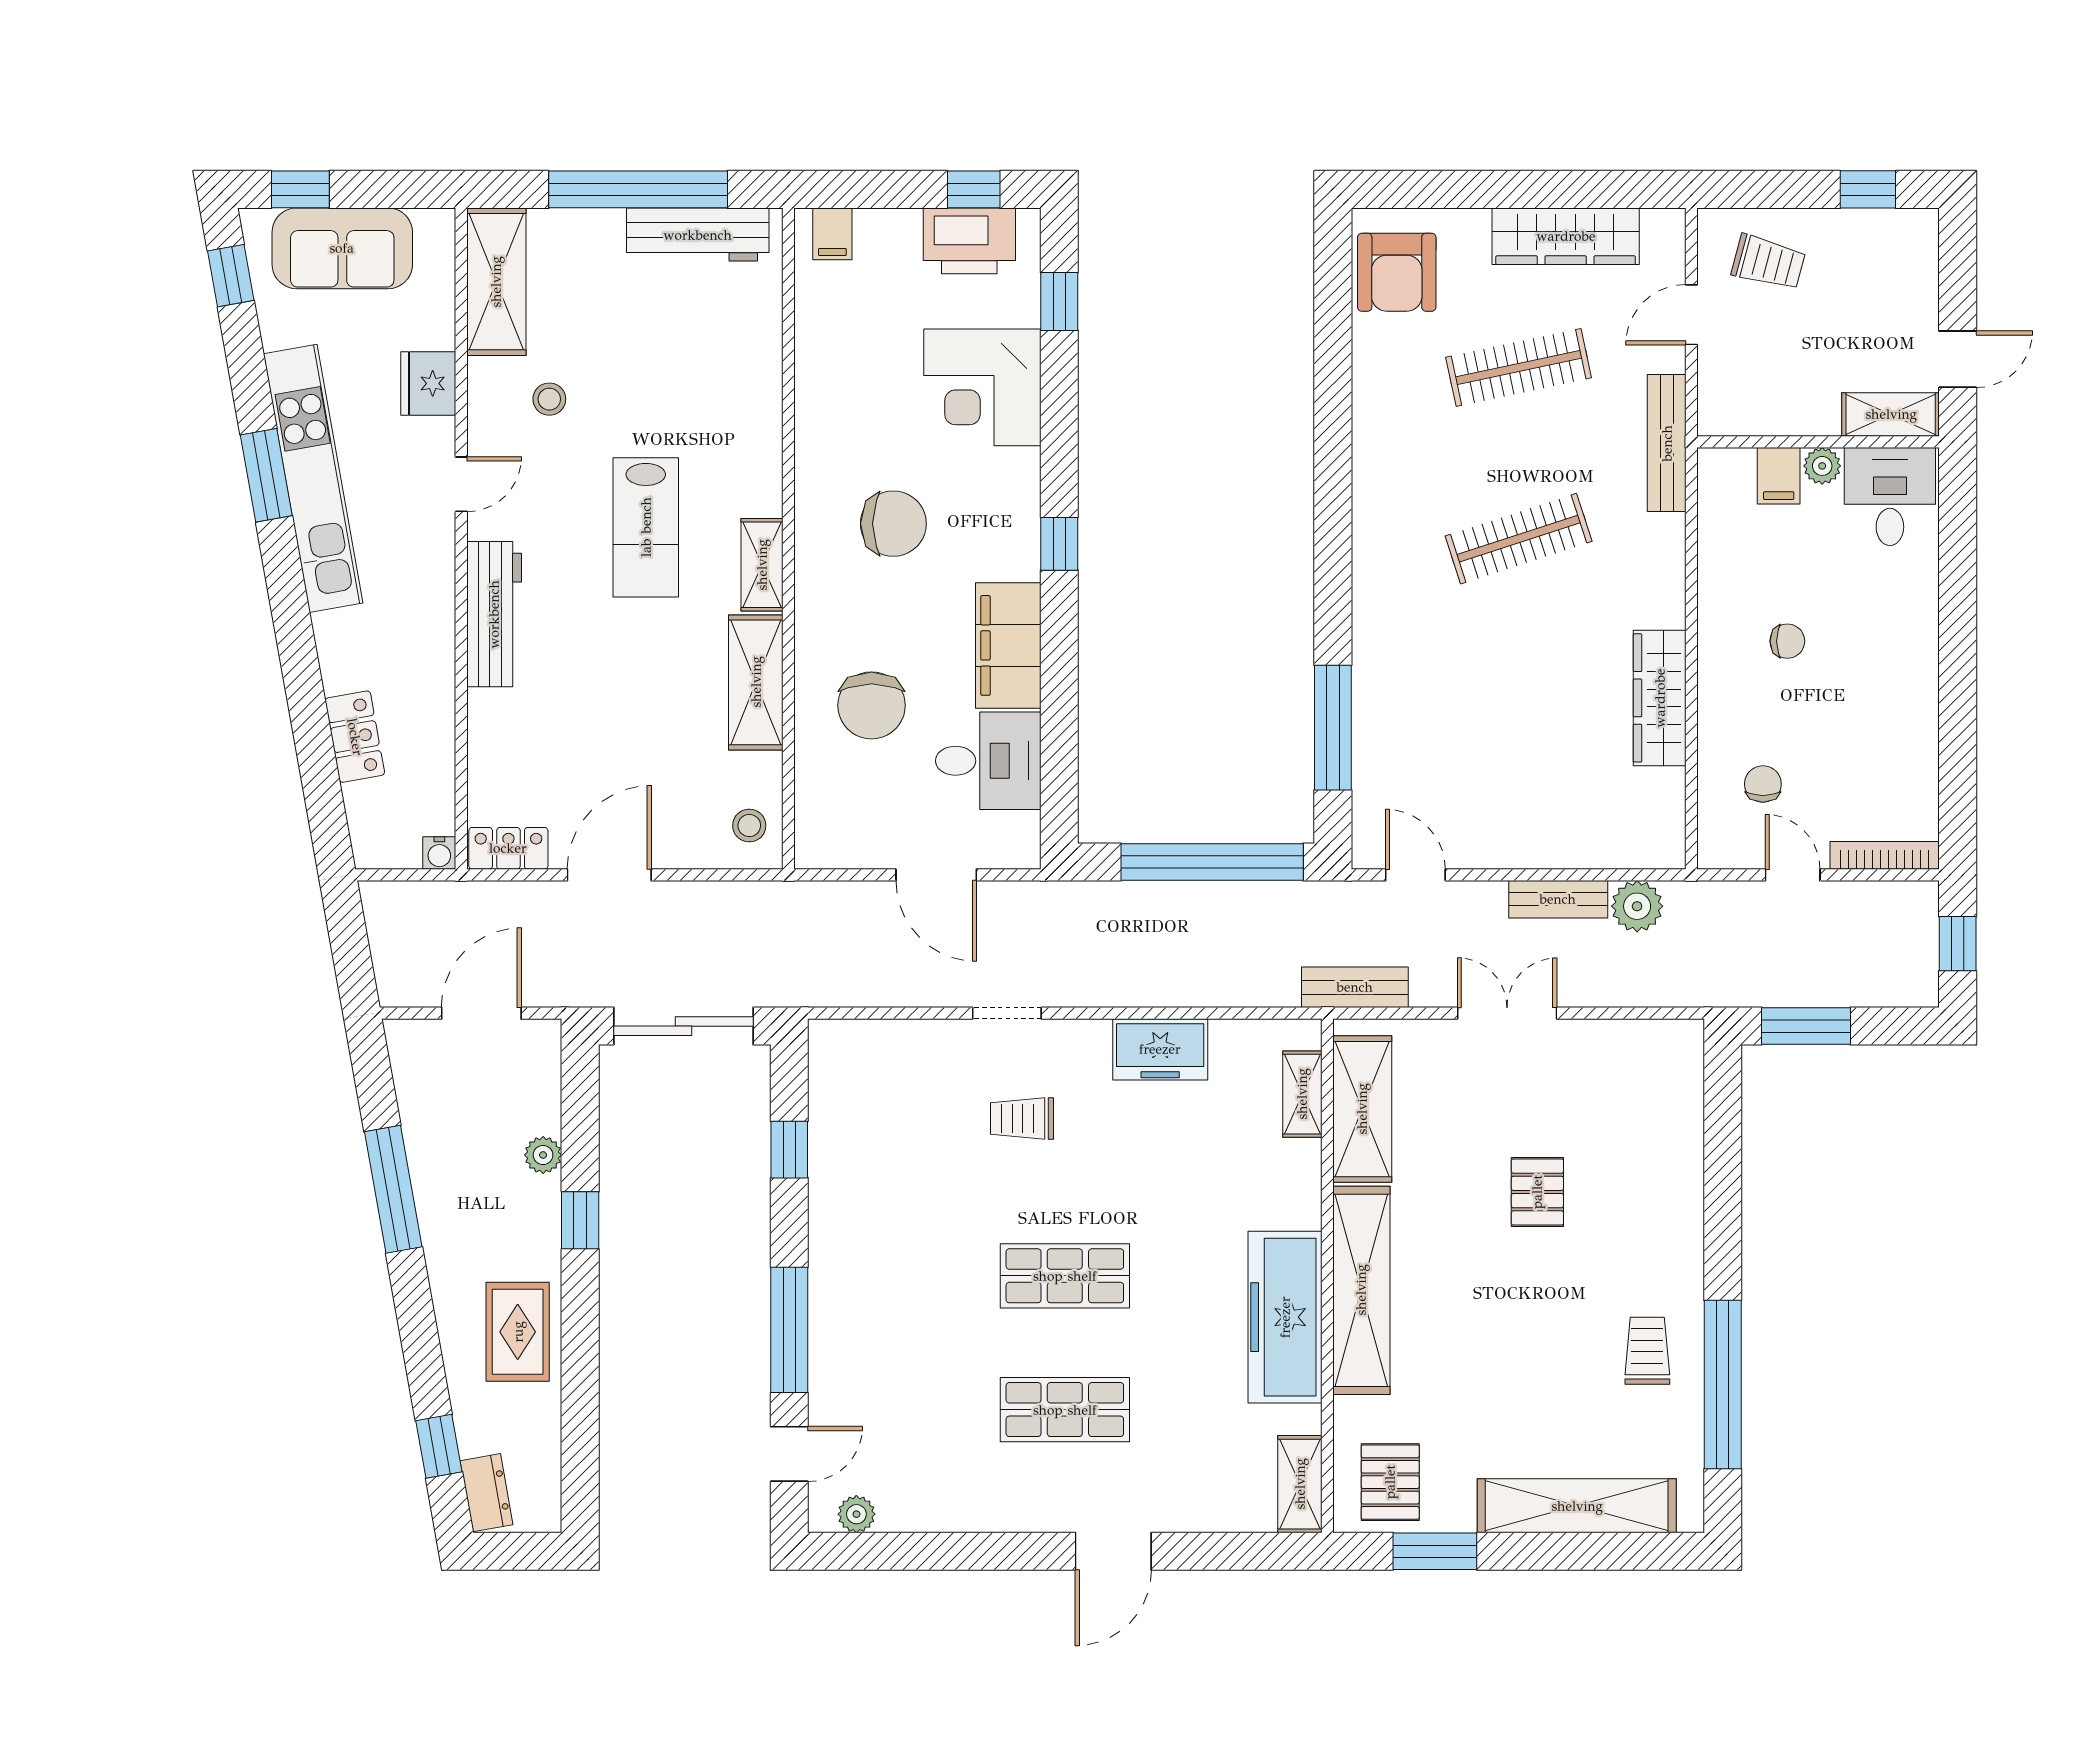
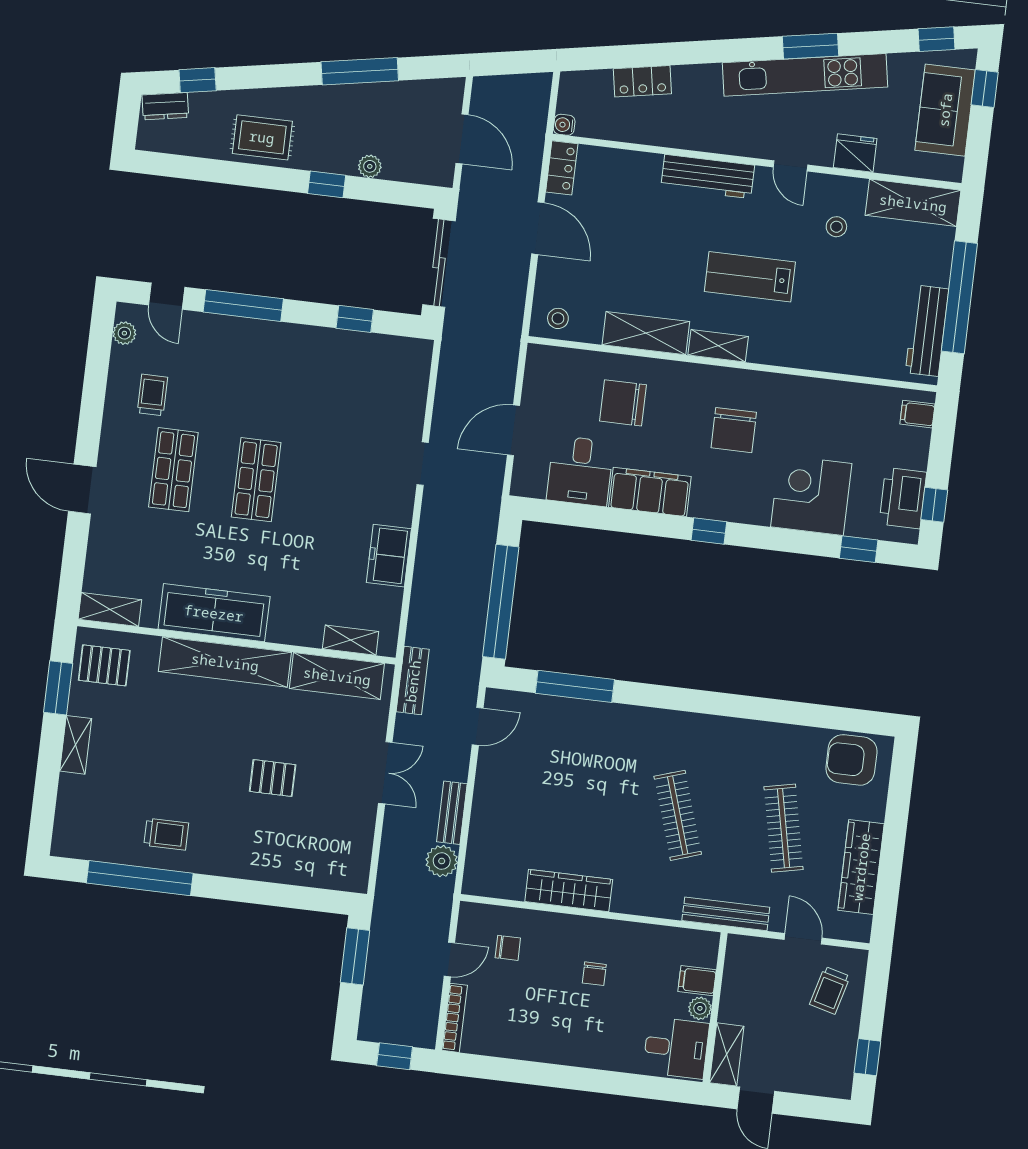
trolley: (1022, 1119) -> (152, 395), moved
shelving: (1577, 1506) -> (76, 745), width x0.45, depth x0.75

